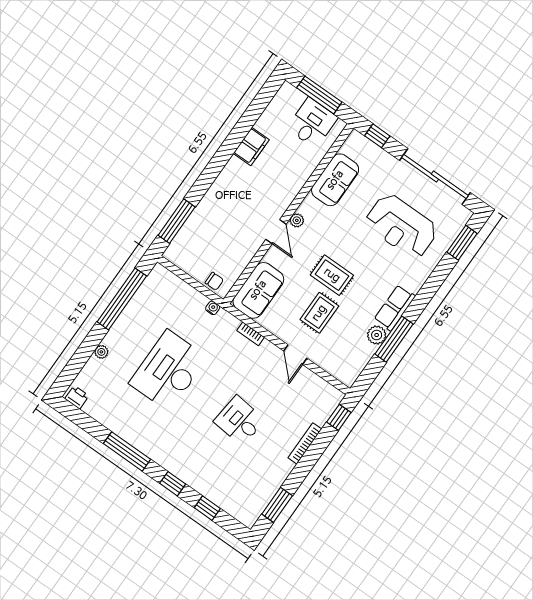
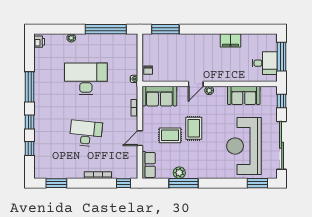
reception desk: (401, 226) -> (244, 146), width x1.36, depth x1.30
row of seats: (395, 308) -> (149, 165), moved, turned 90
desk: (239, 421) -> (86, 133), width x1.37

